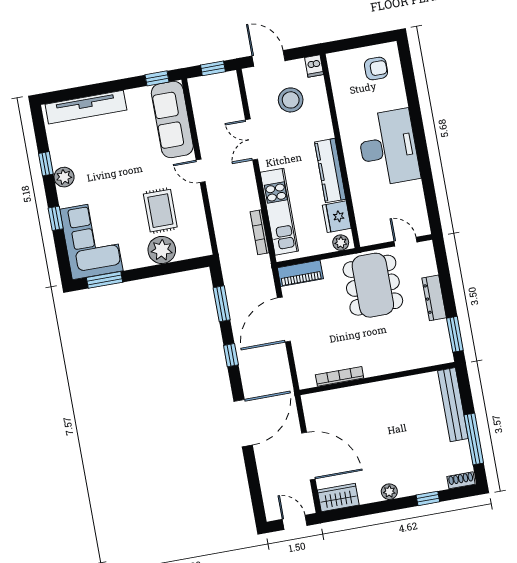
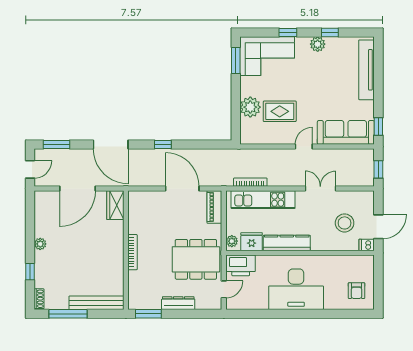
door: (268, 58) -> (378, 227), moved
printer: (370, 225) -> (241, 265), added
window: (222, 304) -> (57, 144), moved
bookcase: (340, 376) -> (132, 252), moved
wardrobe: (338, 498) -> (115, 205), moved, turned 180

